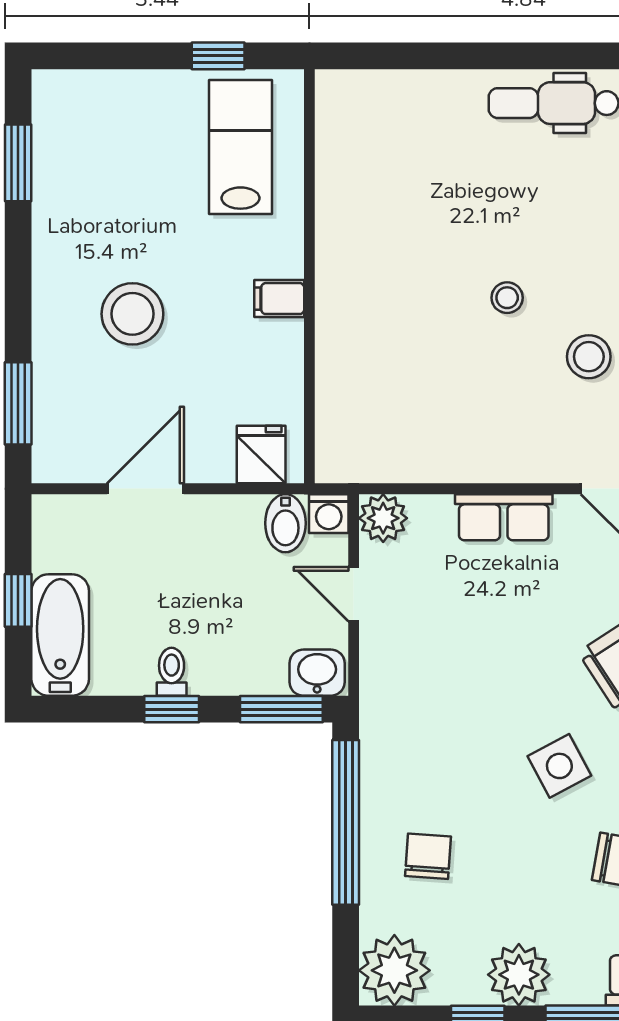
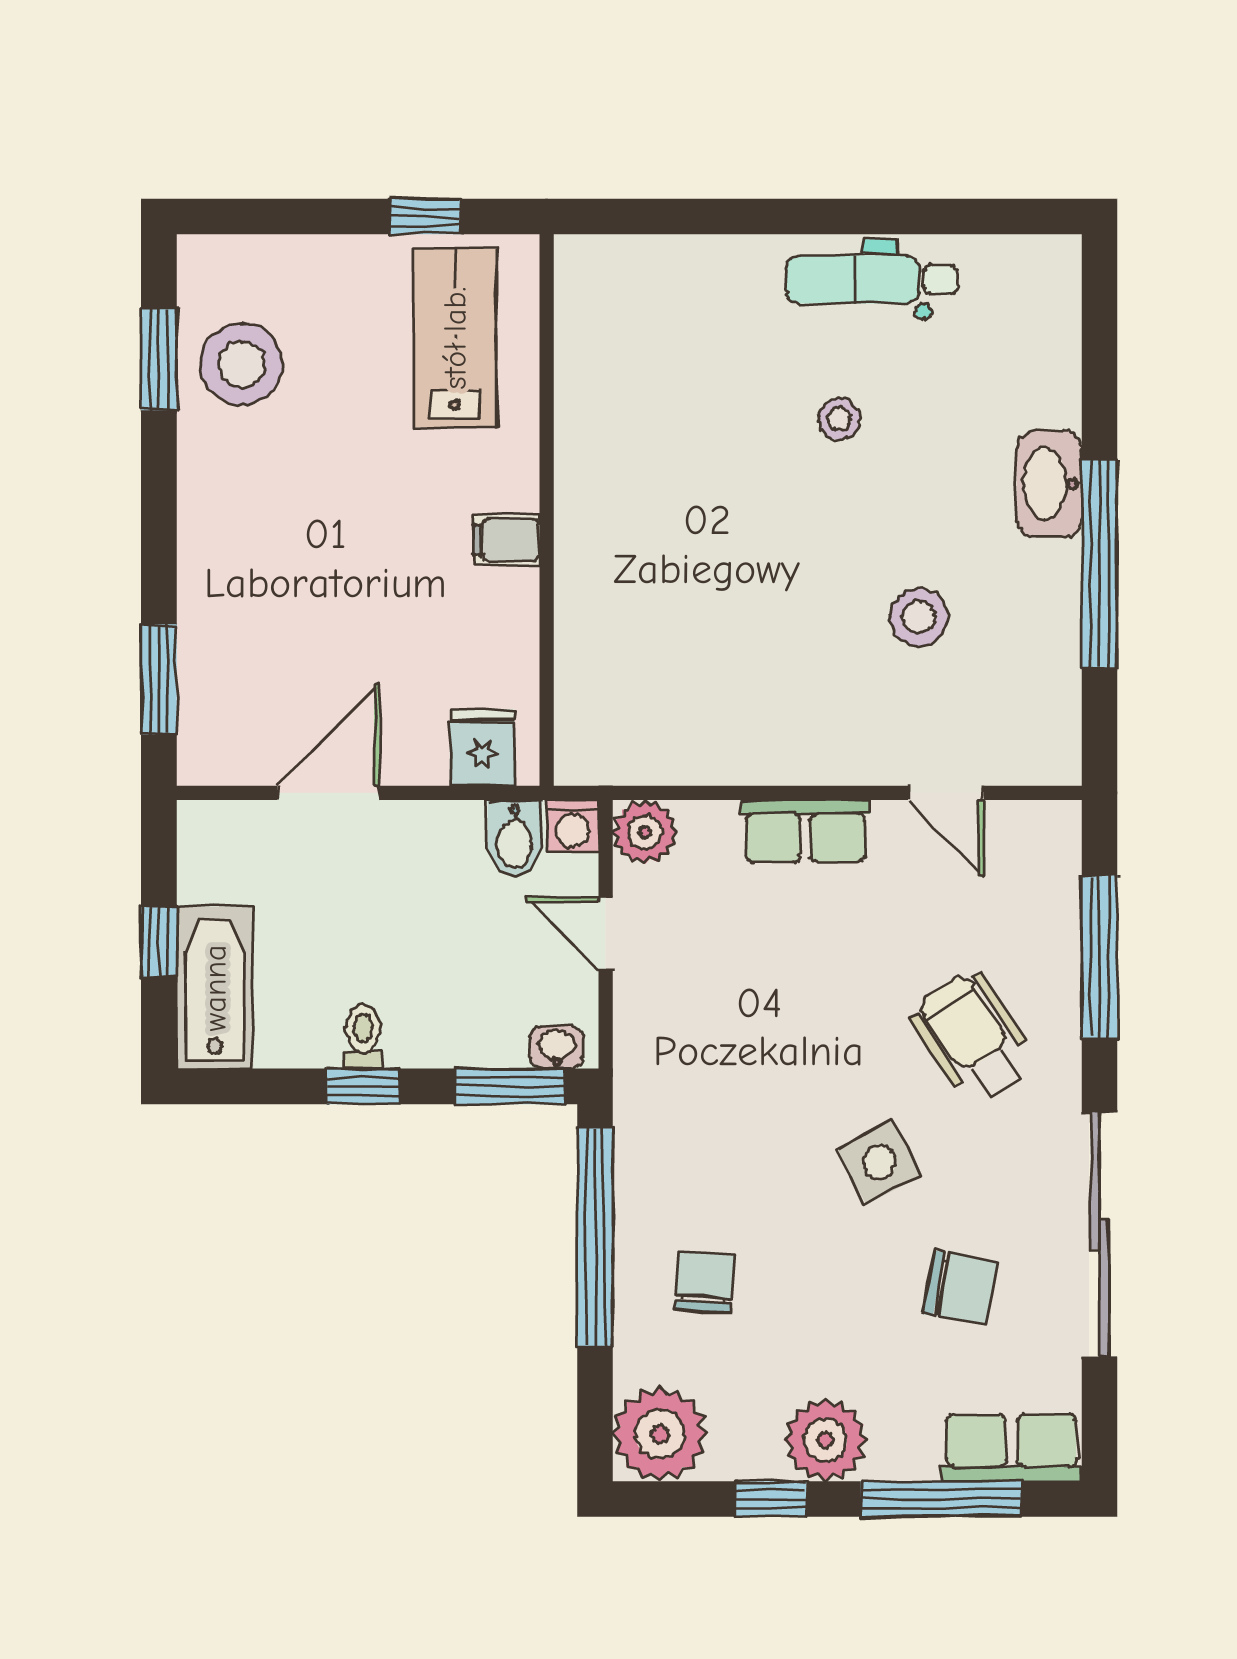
stool: (507, 298) -> (839, 419), moved
stool: (132, 314) -> (242, 364), moved
washbasin: (317, 673) -> (557, 1047), width x0.72, depth x0.69

